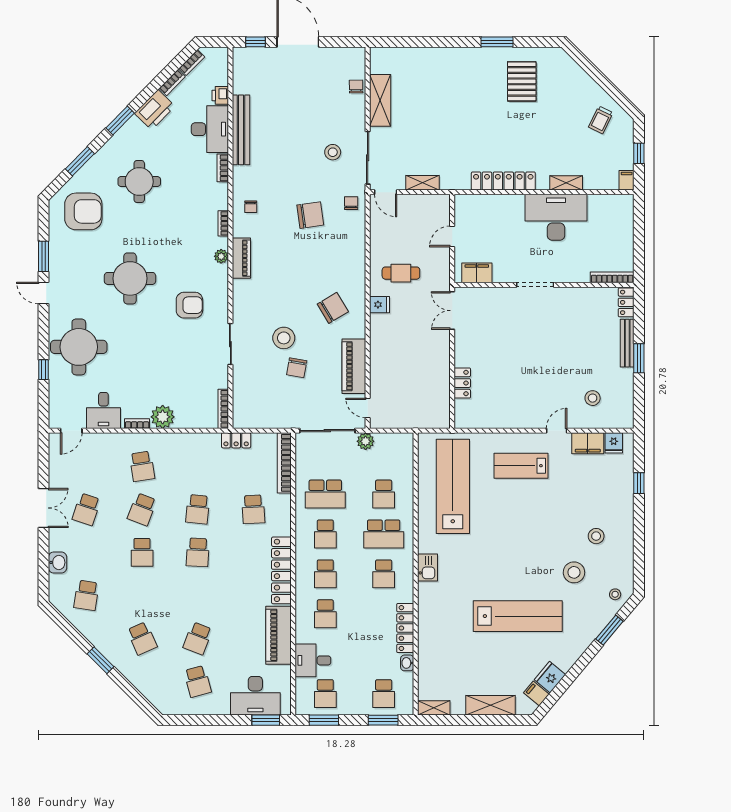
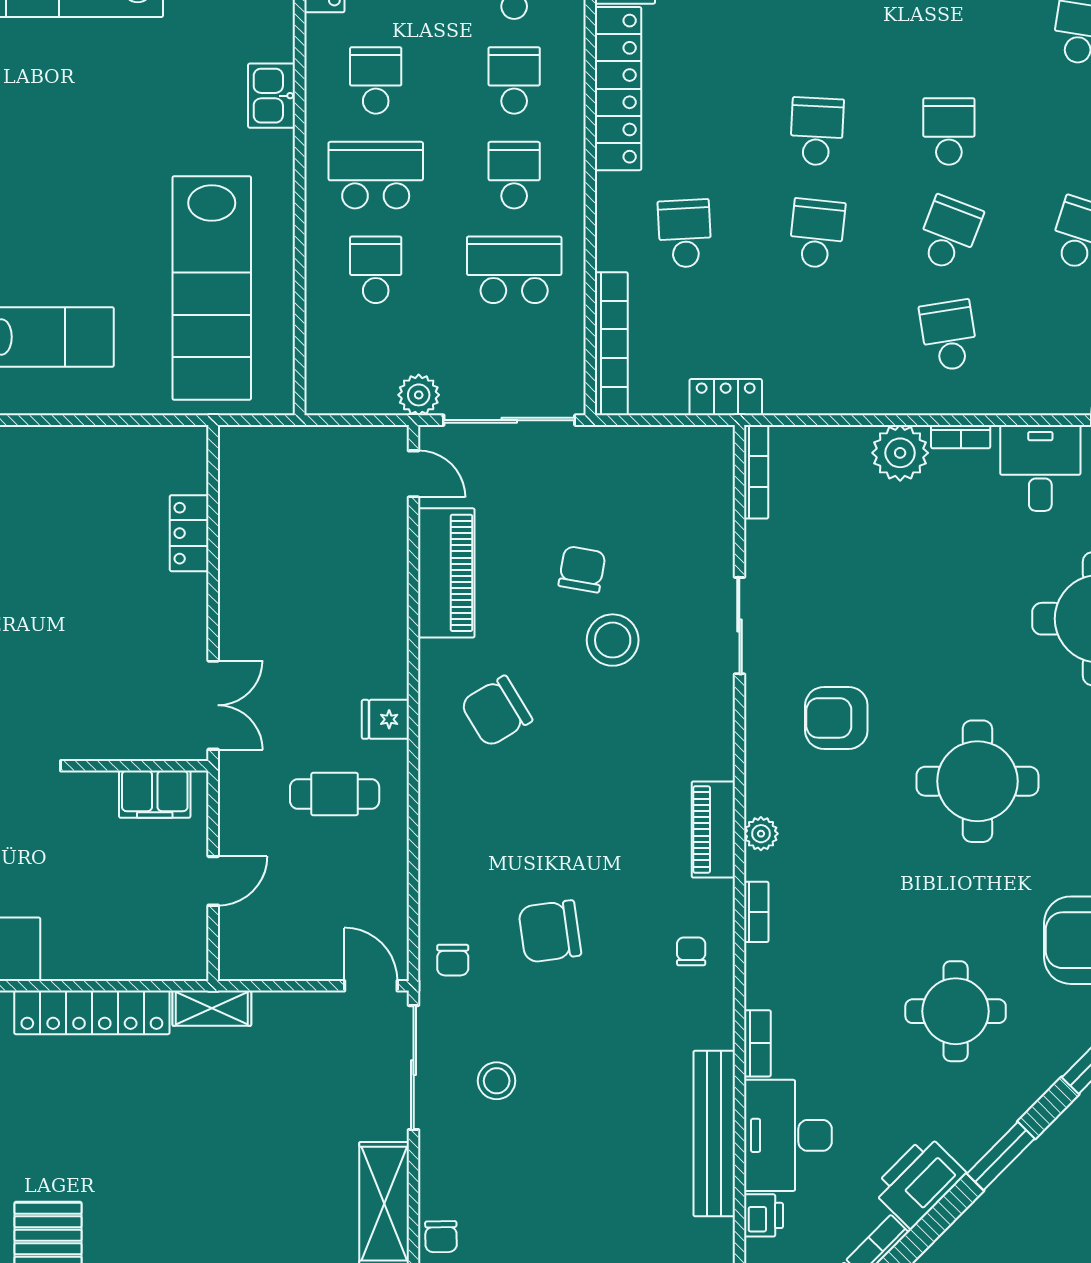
shelving: (423, 183) -> (212, 1008), moved

